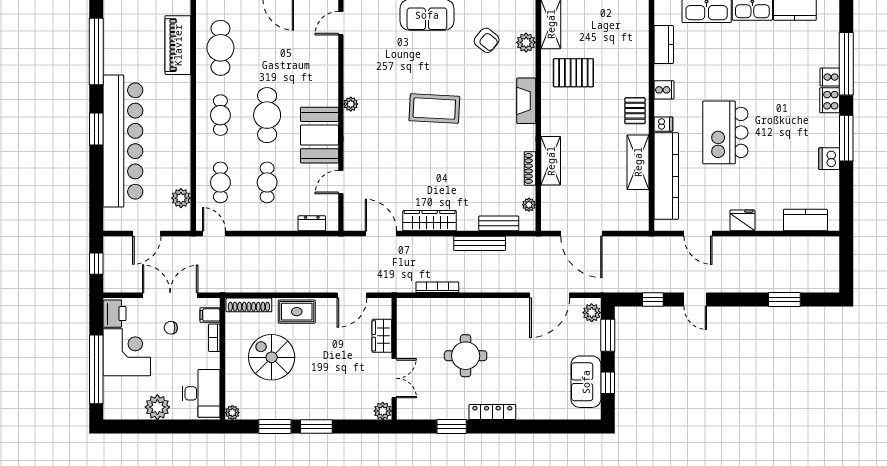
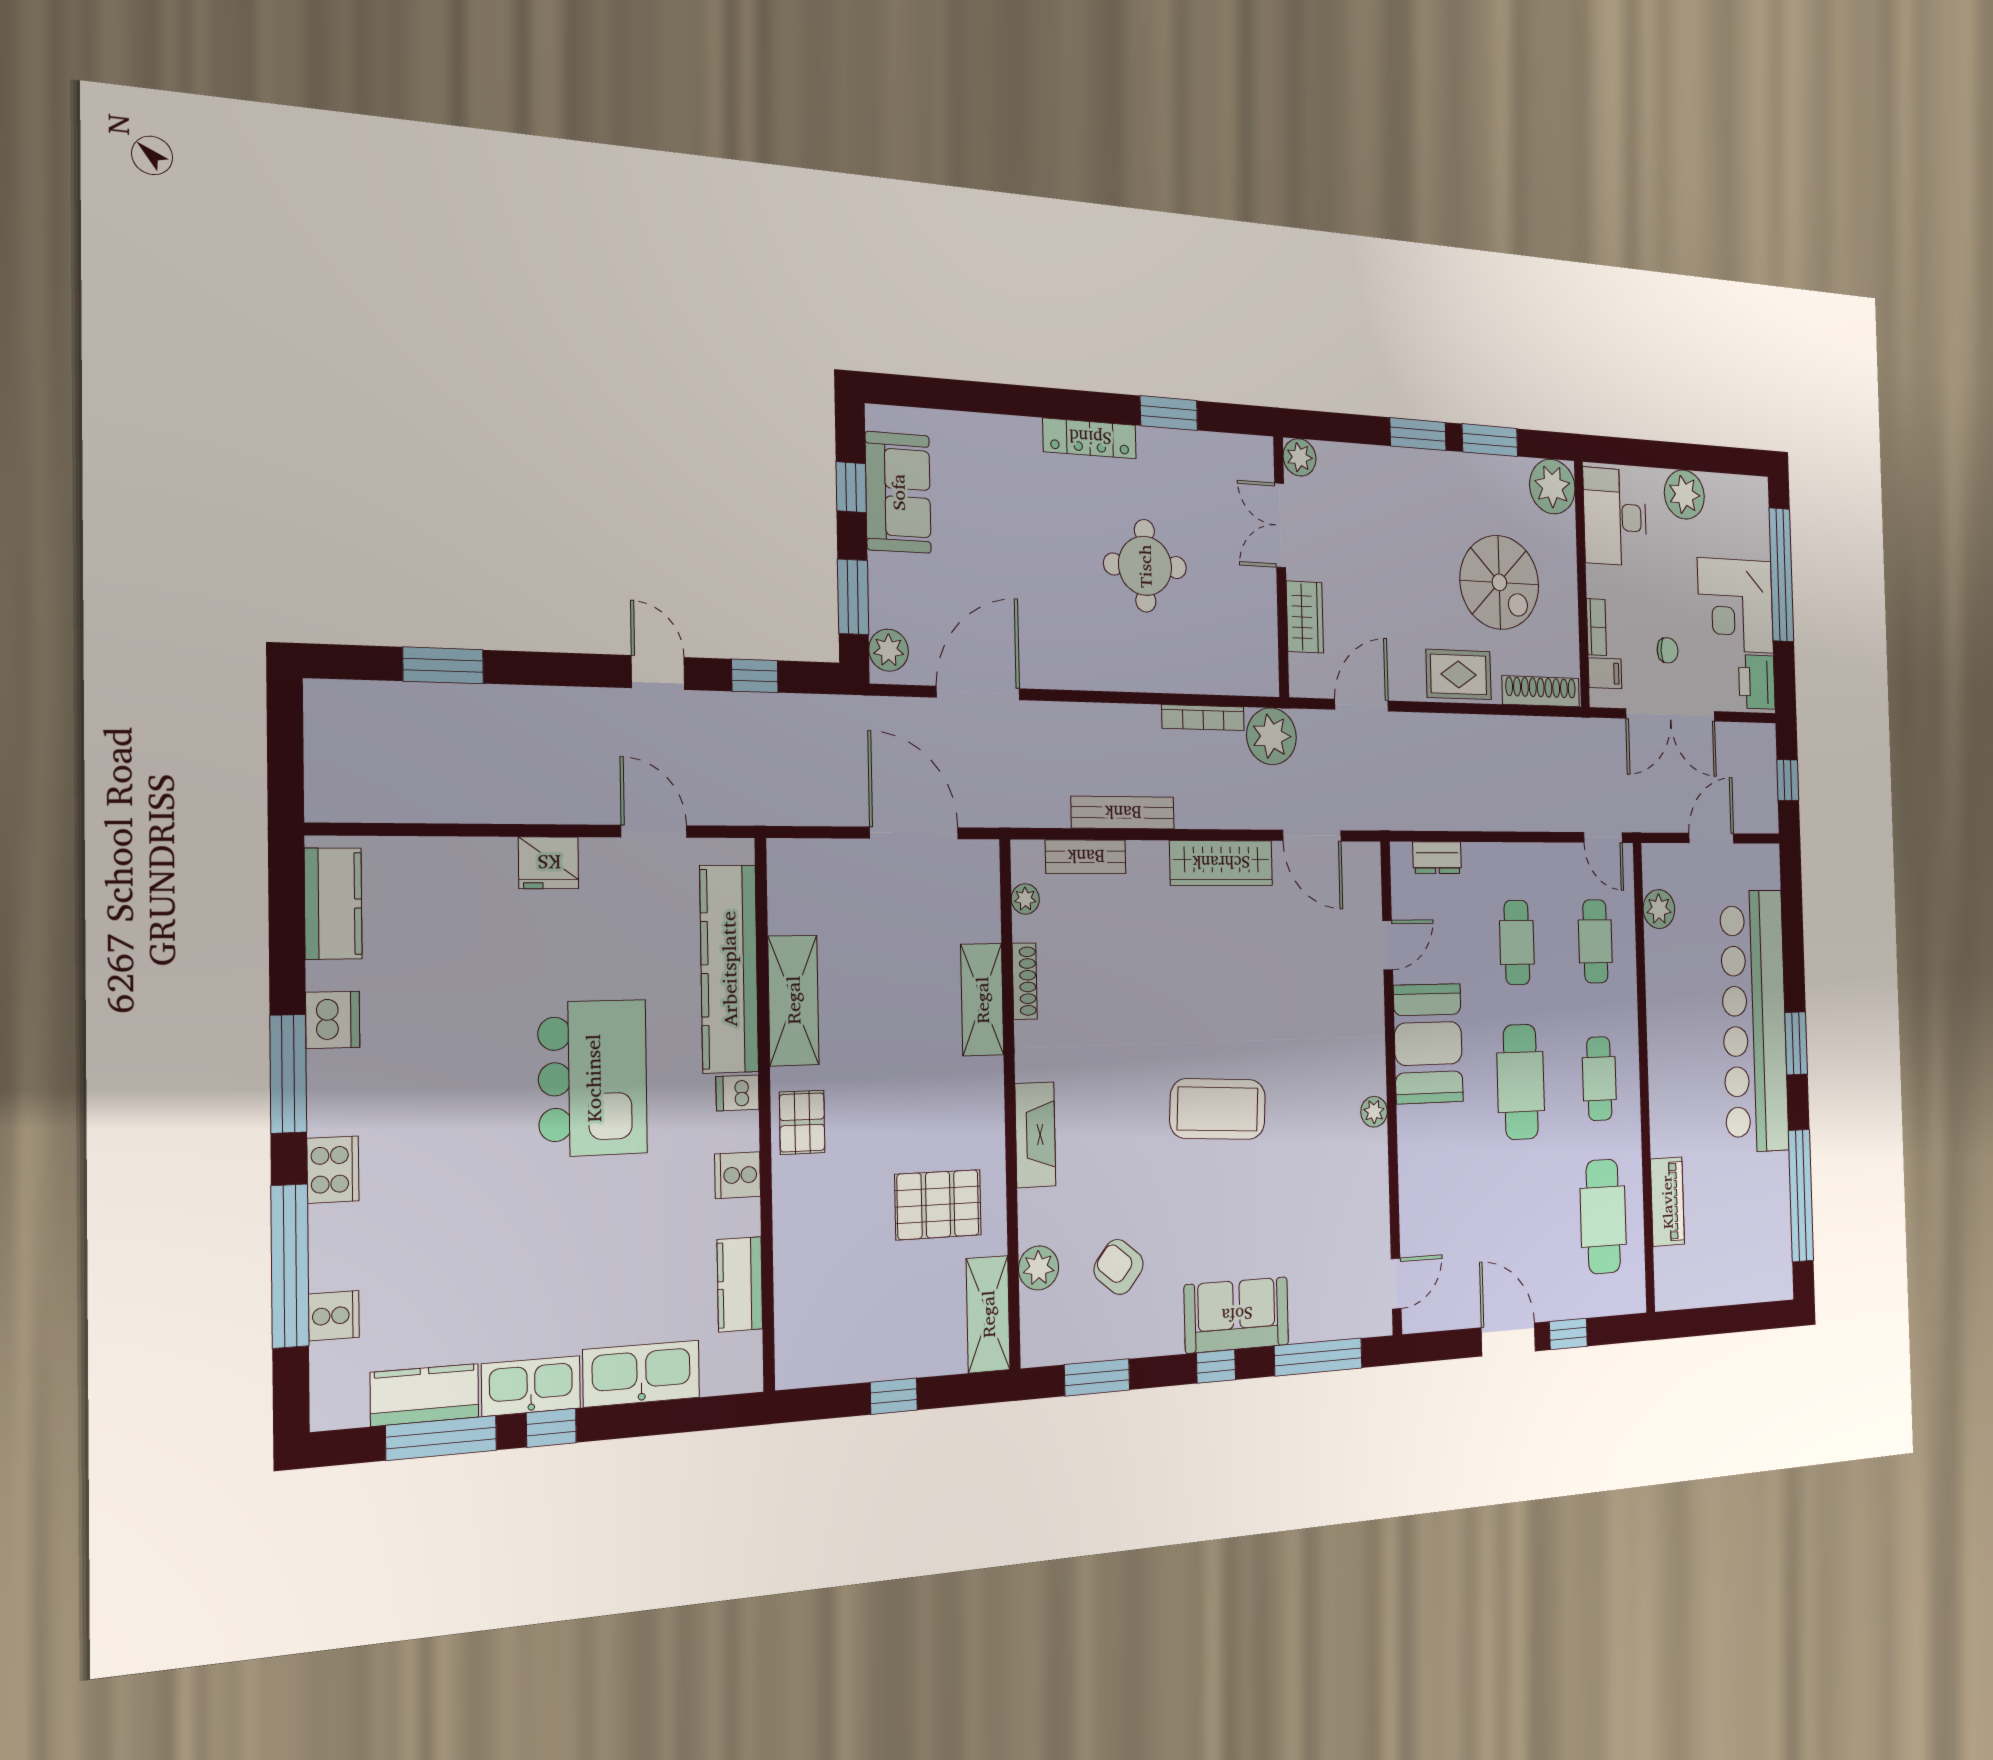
piano: (178, 45) -> (1667, 1202), width x0.73, depth x0.75
cooker: (830, 77) -> (334, 1316), moved
kitchen counter: (805, 220) -> (333, 904), moved, turned -90
plant: (401, 280) -> (1271, 736), added
plant: (232, 413) -> (1552, 487), width x1.88, depth x1.88

